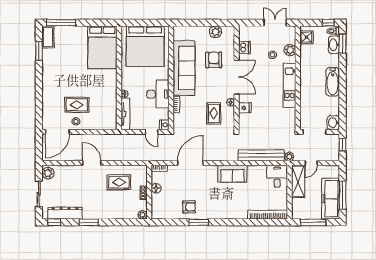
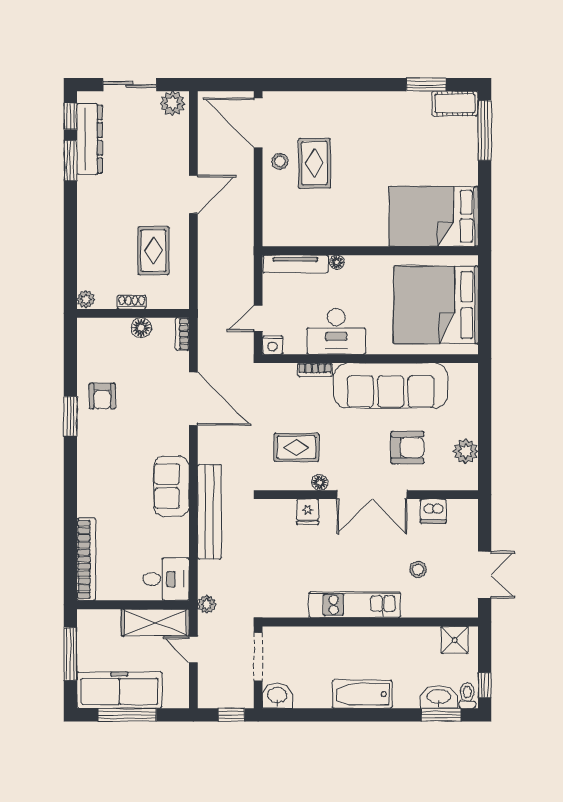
plant: (290, 50) -> (428, 606), removed
bench: (261, 155) -> (209, 512), moved
window: (89, 222) -> (70, 161), moved

